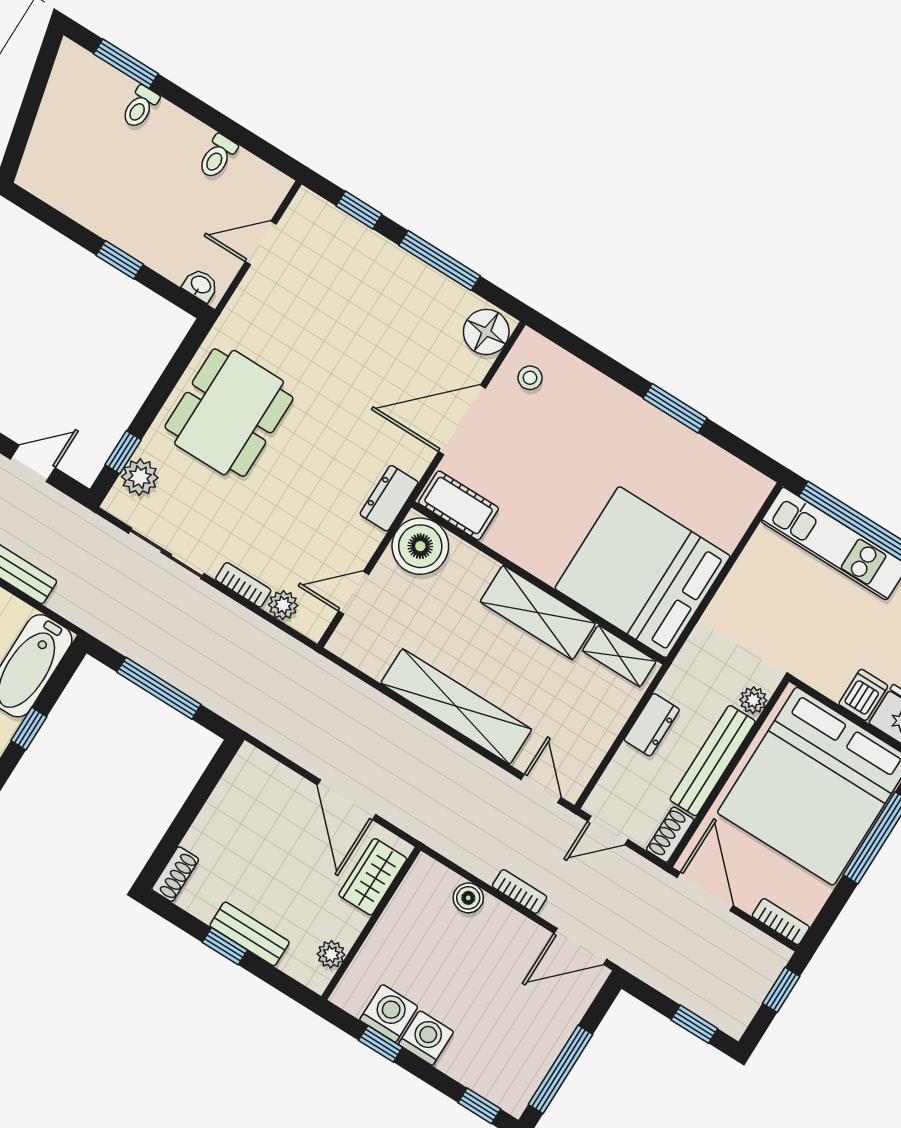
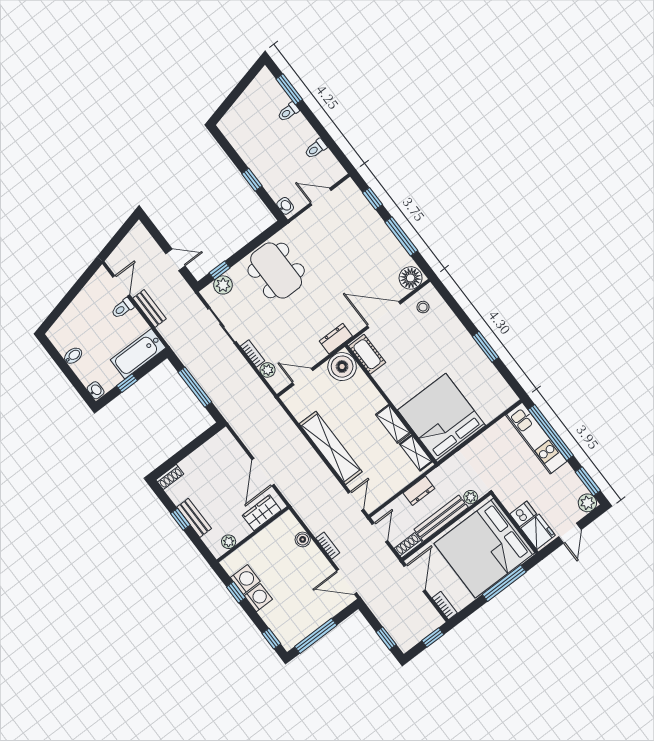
dining table: (229, 413) -> (276, 270), turned 90
shelving: (538, 612) -> (393, 424), width x0.67, depth x0.75
door: (608, 830) -> (380, 532), swing flipped

